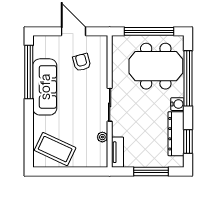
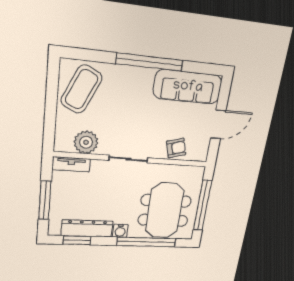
armchair: (82, 62) -> (176, 148), moved
window: (29, 72) -> (150, 62), moved
sofa: (45, 87) -> (188, 87), moved
plant: (102, 137) -> (86, 142), width x1.88, depth x1.88

